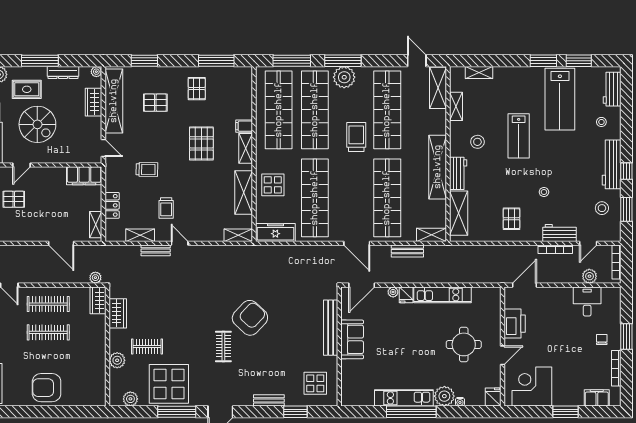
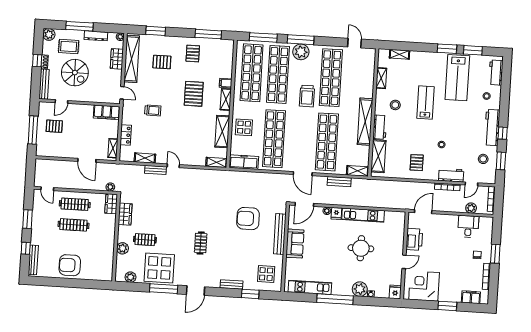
shelving: (438, 88) -> (369, 64), removed
lab bench: (519, 136) -> (426, 103), turned 180
trolley: (356, 137) -> (307, 96), turned 180
trolley: (166, 208) -> (165, 139), removed
armchair: (250, 318) -> (248, 219), moved, turned -133
round table: (464, 344) -> (361, 248), moved
kitchen unit: (404, 398) -> (310, 287), moved

